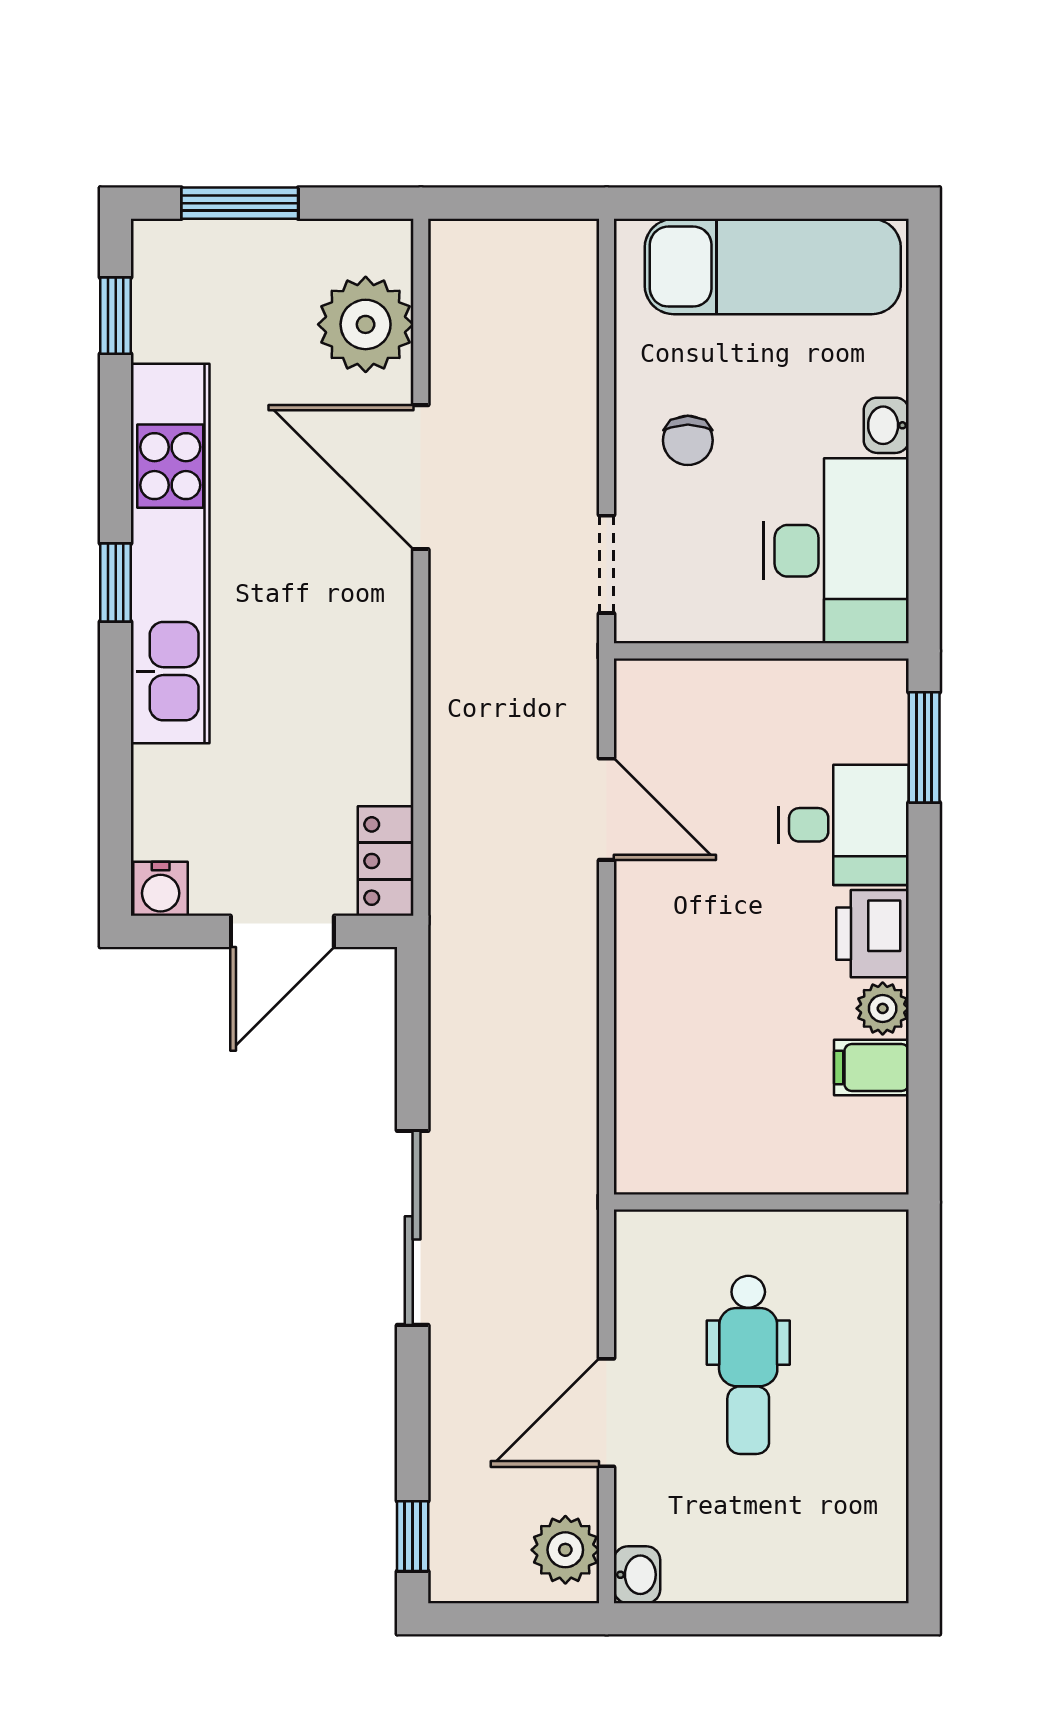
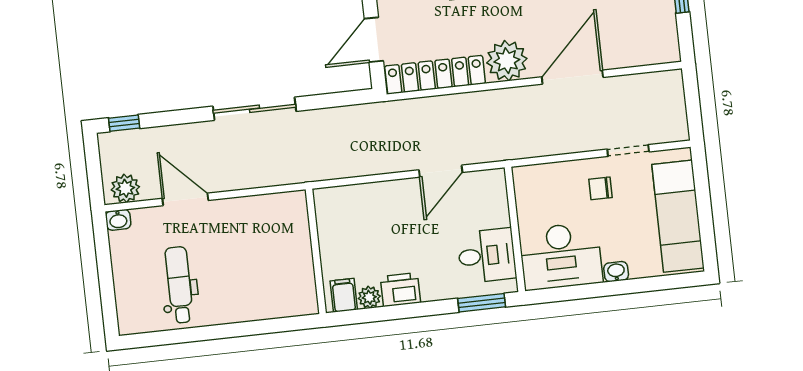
plant: (366, 324) -> (507, 61), moved
doorway: (607, 564) -> (628, 150), moved
desk: (844, 825) -> (487, 256), moved, turned -90
locker: (386, 861) -> (435, 75), width x2.16, depth x1.21
door: (282, 931) -> (374, 40), hinge flipped
wall: (761, 1202) -> (316, 251), moved
dental chair: (748, 1365) -> (179, 285), moved, turned 90

